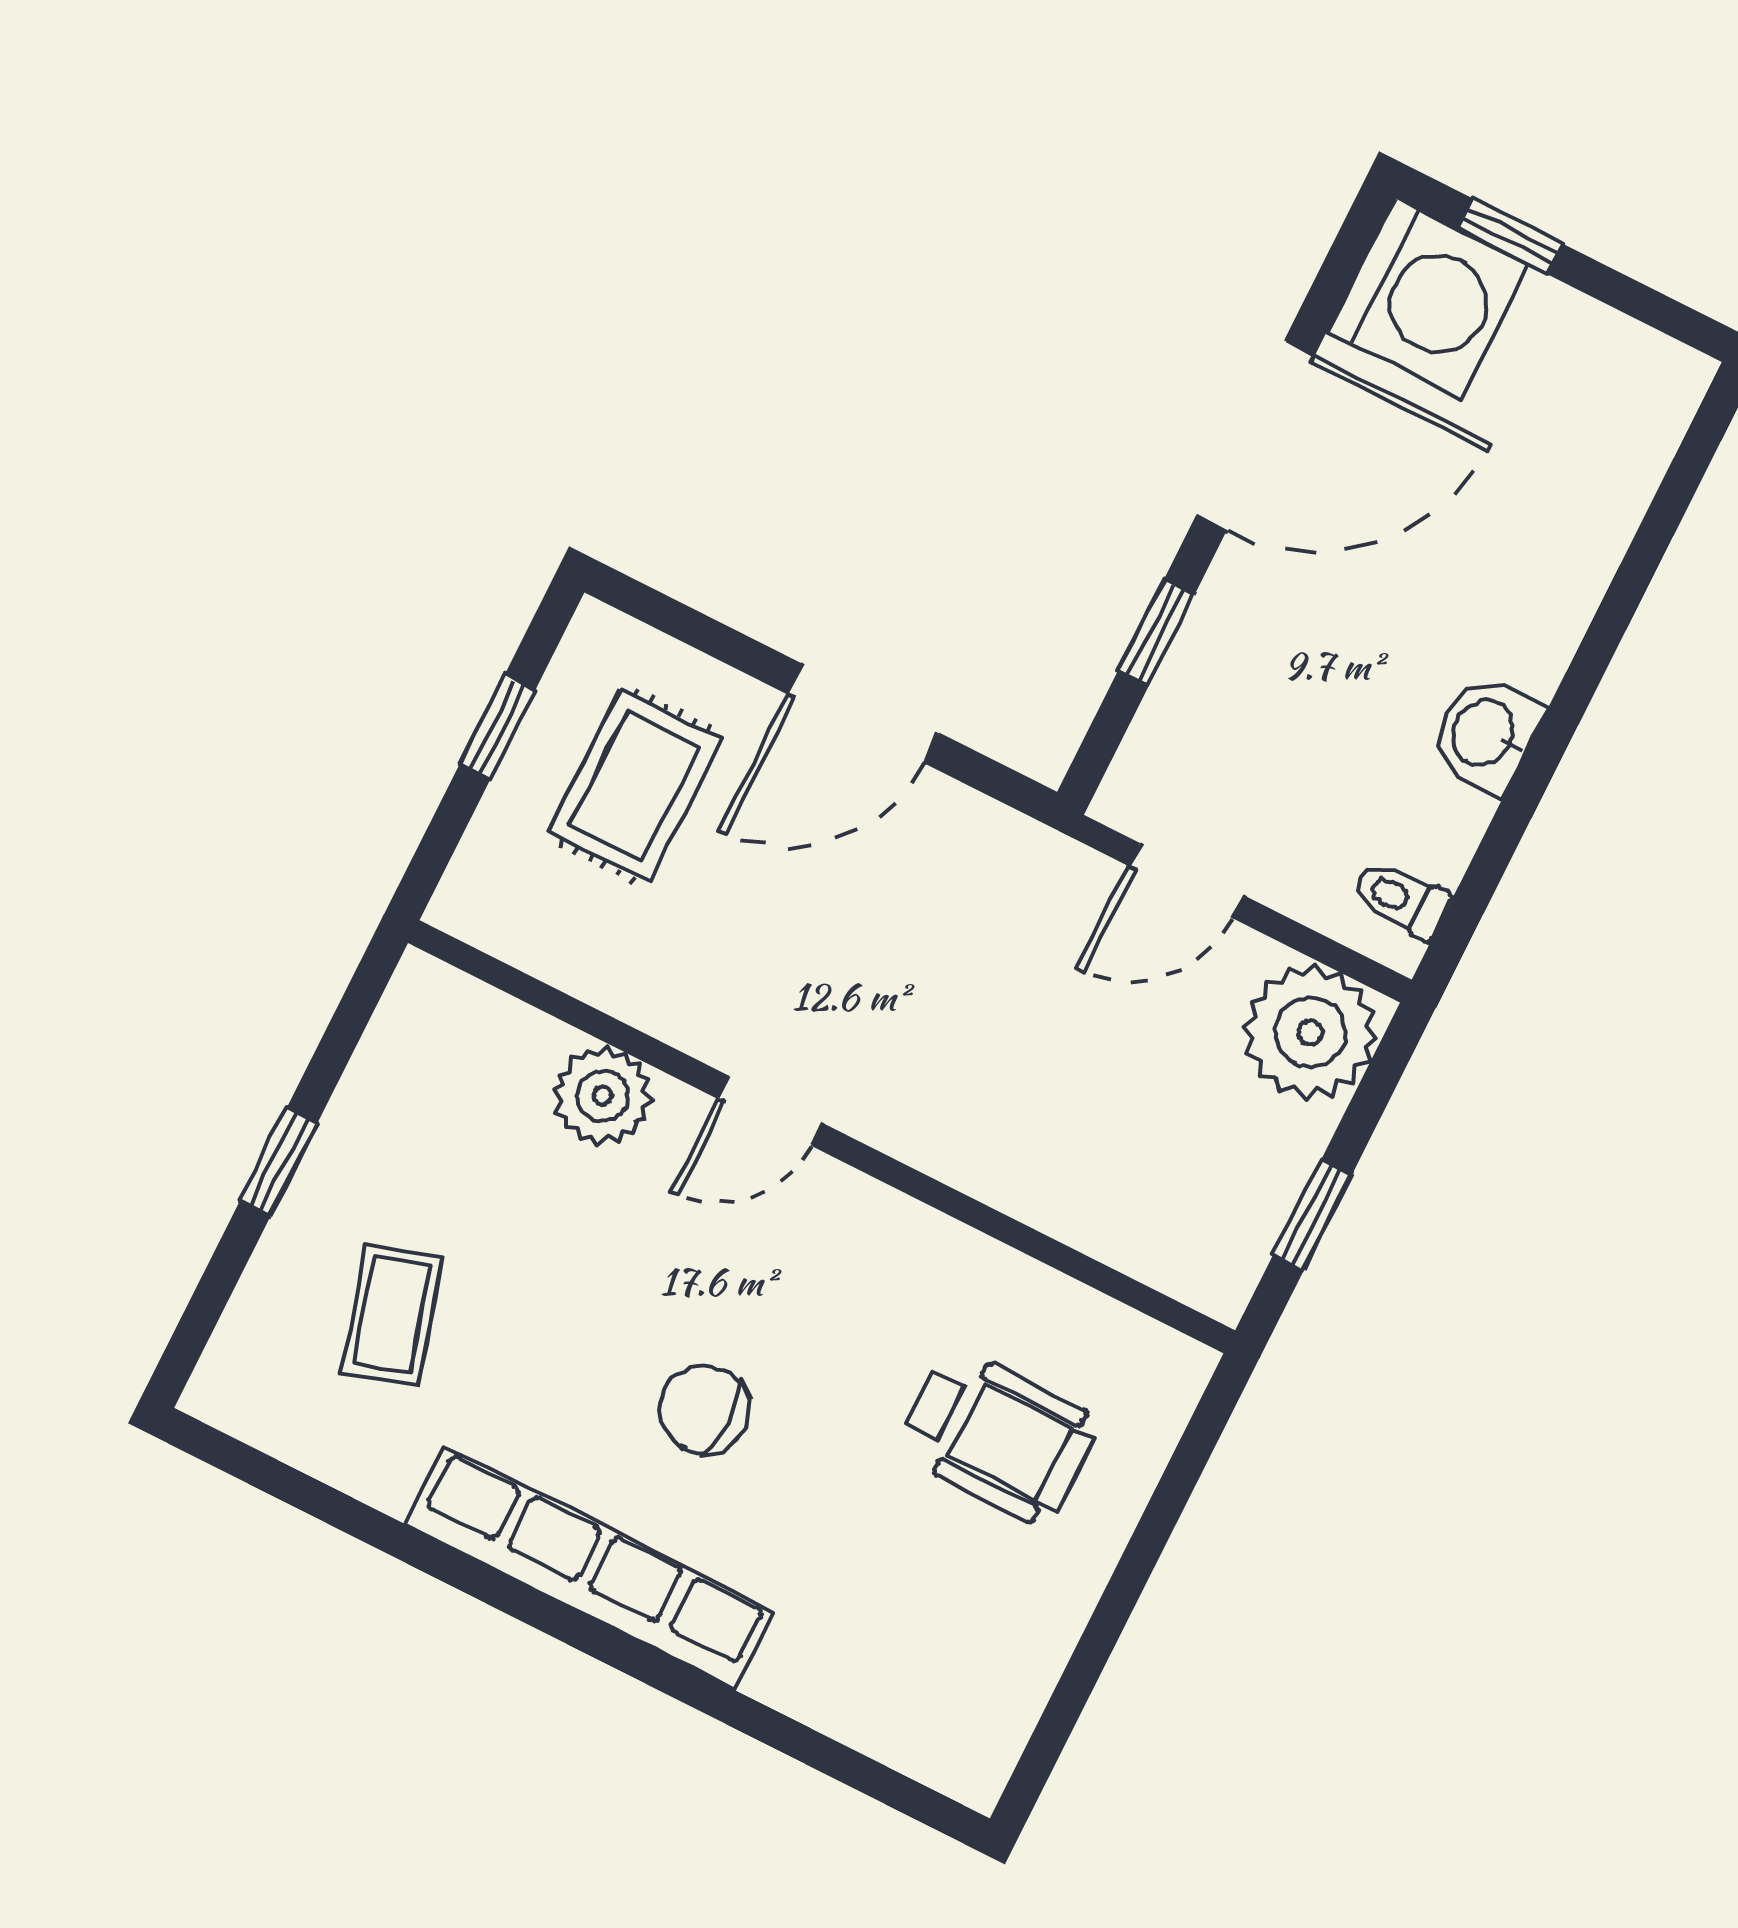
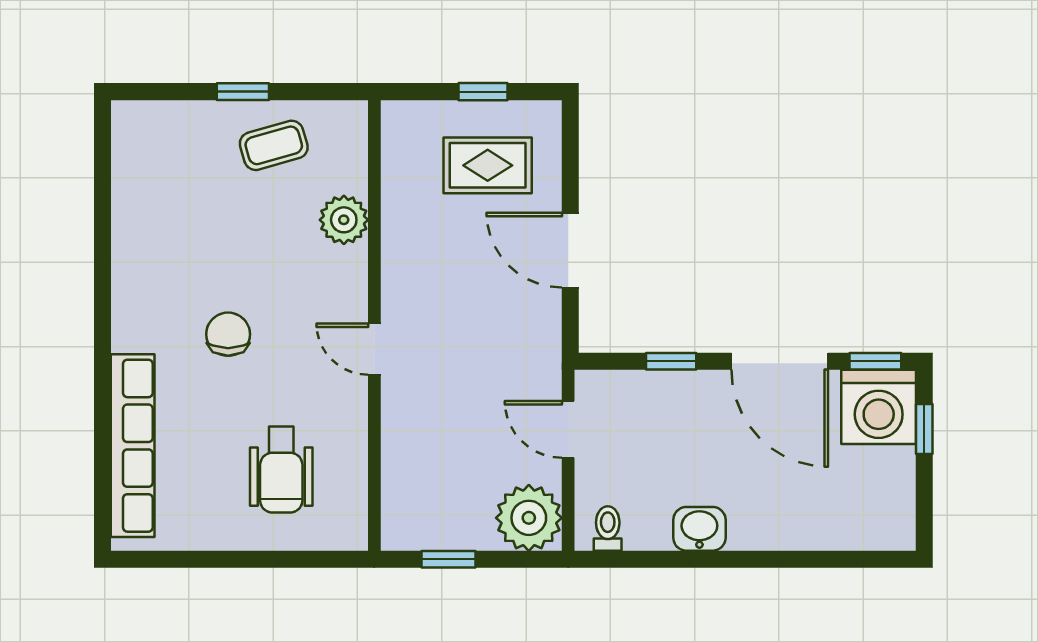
window: (1342, 263) -> (875, 361), added
door: (770, 1111) -> (374, 349), moved
coffee table: (392, 1315) -> (274, 145), moved
row of seats: (590, 1568) -> (133, 446), moved

